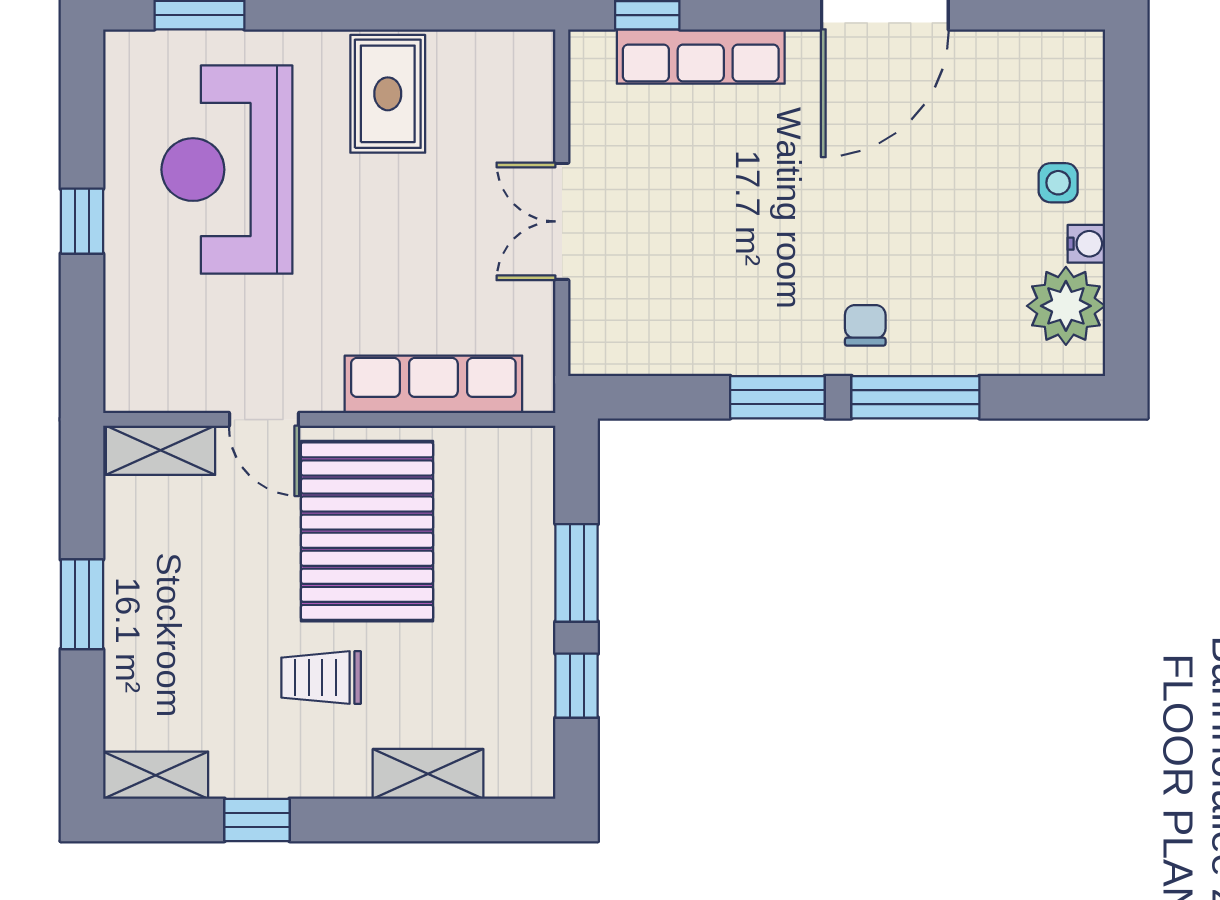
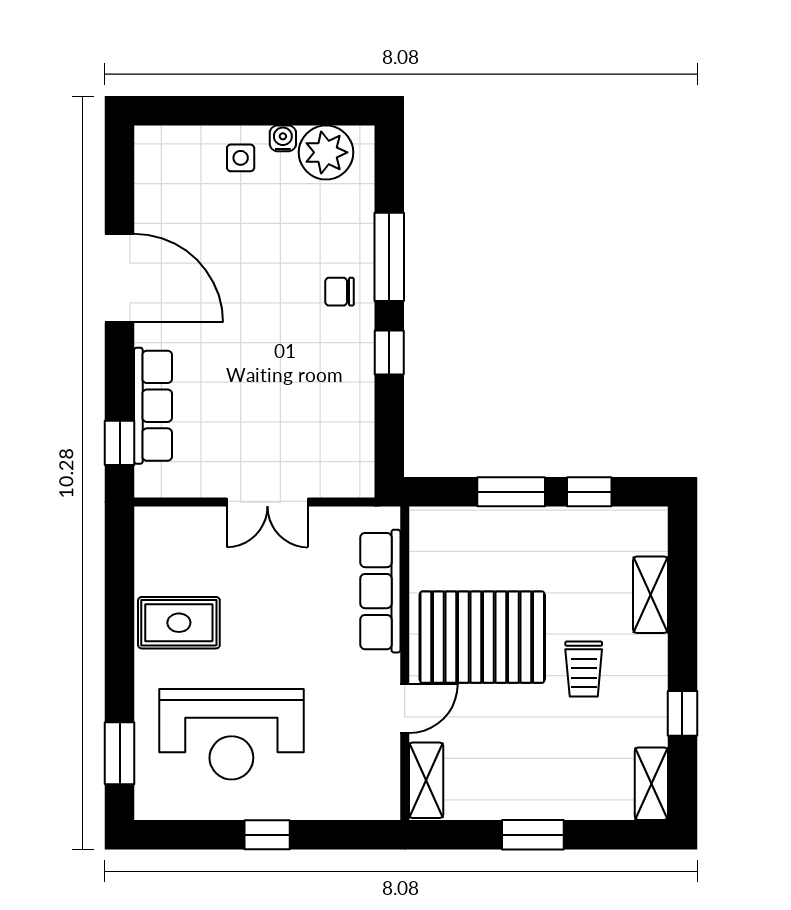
window: (777, 397) -> (389, 353), width x0.67

